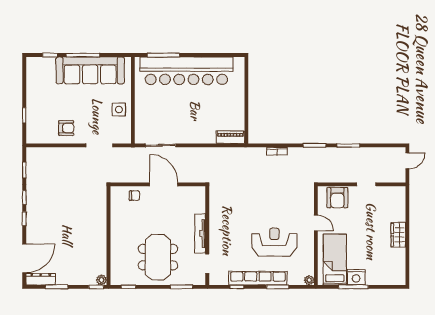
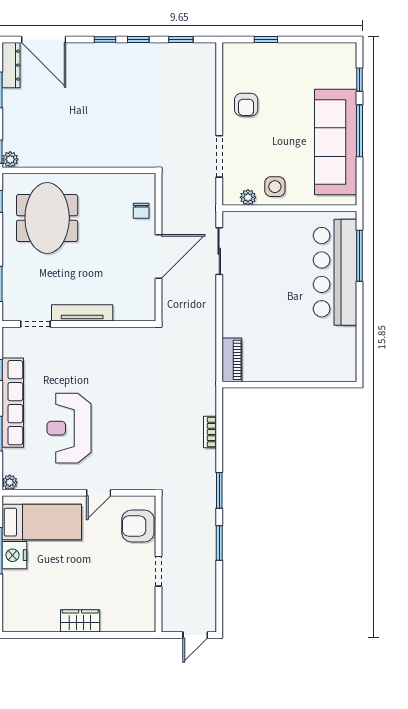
bar counter: (186, 71) -> (335, 272), width x0.73
plant: (126, 127) -> (248, 197), added
door: (407, 161) -> (195, 635), hinge flipped
reception desk: (274, 242) -> (69, 428), turned 180
meeting table: (158, 257) -> (47, 218), moved, turned 90

